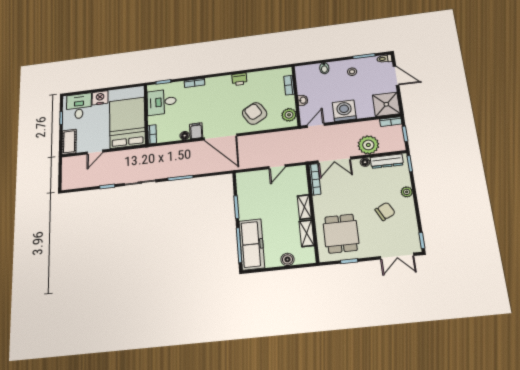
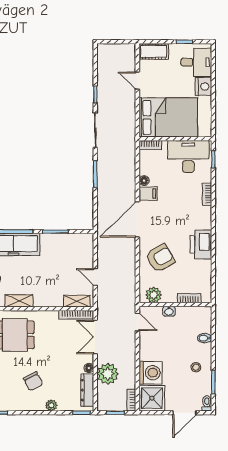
printer: (239, 79) -> (201, 244), width x1.87, depth x1.48
desk: (162, 102) -> (188, 157), width x1.37
washing machine: (344, 111) -> (151, 373), moved
shelving: (304, 207) -> (77, 301), moved

